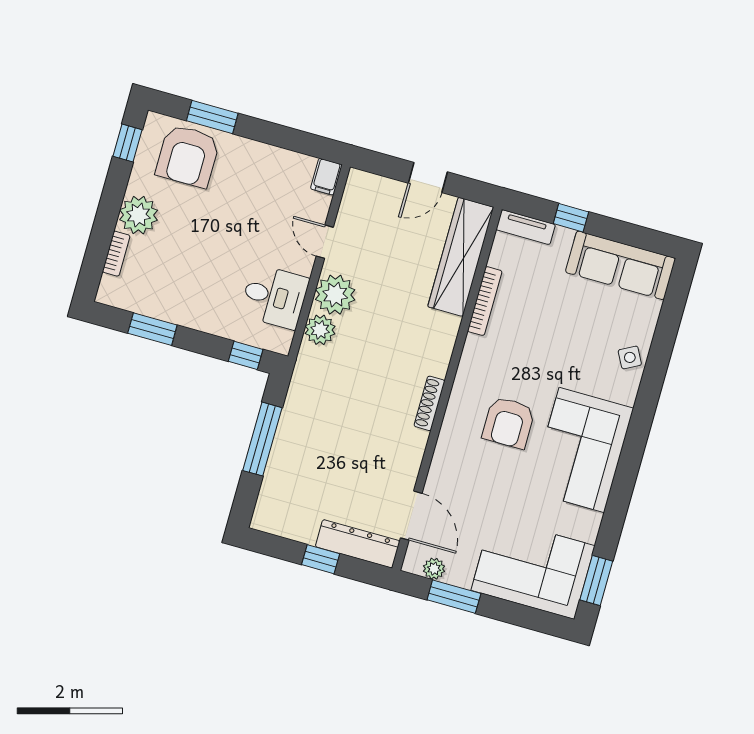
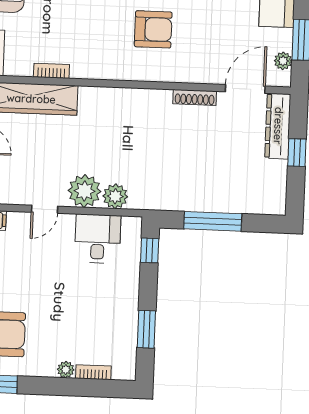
plant: (139, 215) -> (66, 370), width x0.53, depth x0.53
bookcase: (485, 301) -> (51, 71), width x0.64
shoe rack: (429, 403) -> (195, 97), moved

